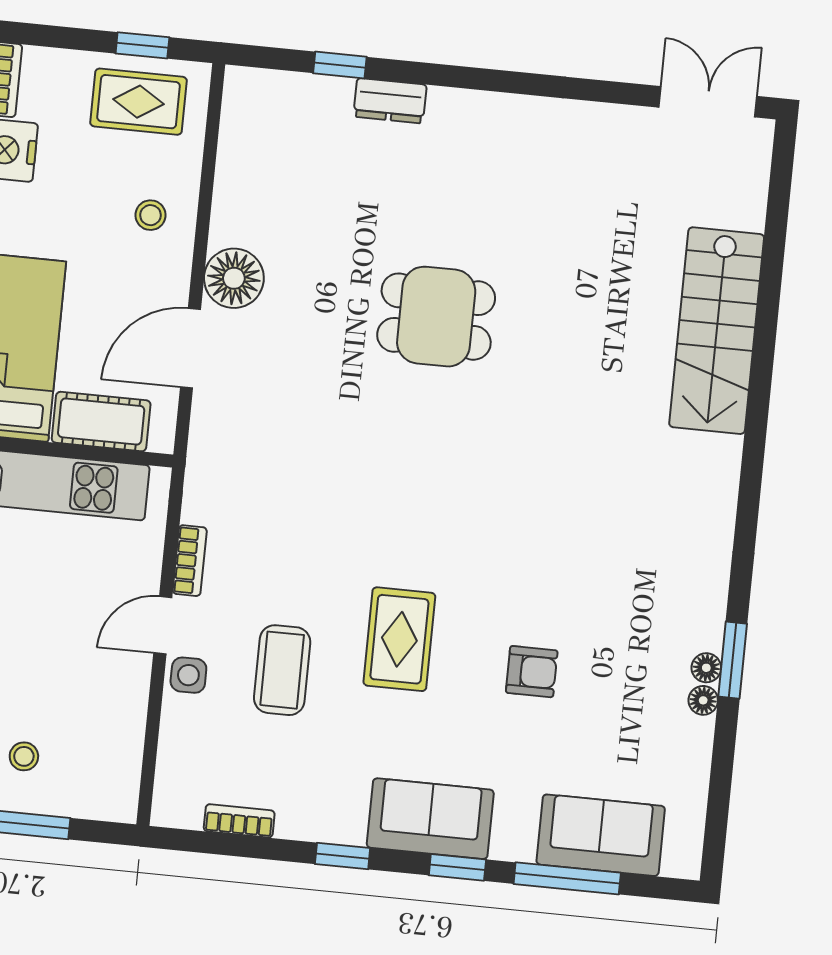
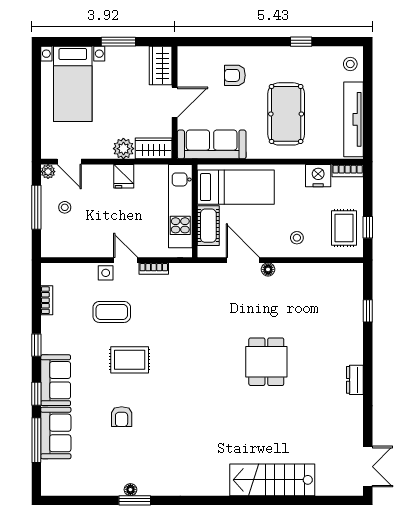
dresser: (390, 101) -> (355, 380), moved
floor lamp: (234, 278) -> (268, 269), width x0.53, depth x0.53
floor lamp: (703, 700) -> (117, 490), removed
sofa: (601, 835) -> (56, 433), moved

